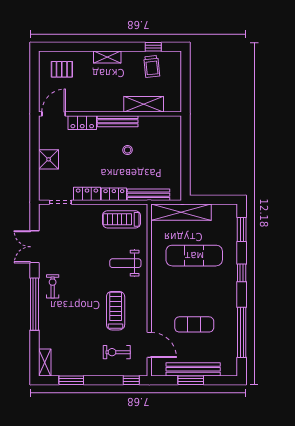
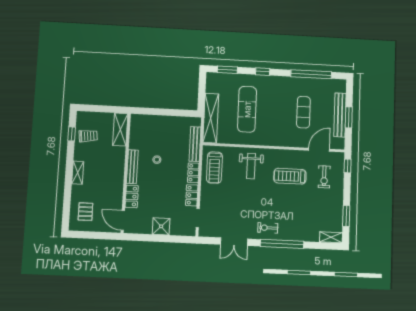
shelving: (144, 104) -> (120, 130), moved

